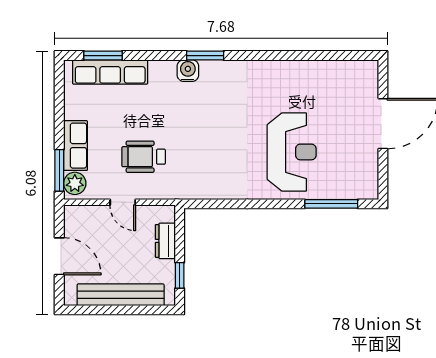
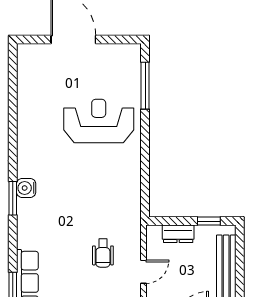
water cooler: (188, 71) -> (26, 188), moved
wheelchair: (144, 157) -> (103, 253), width x0.73, depth x0.73

